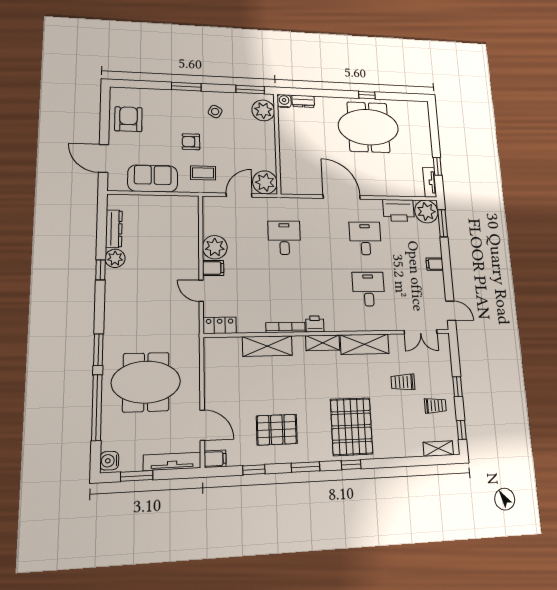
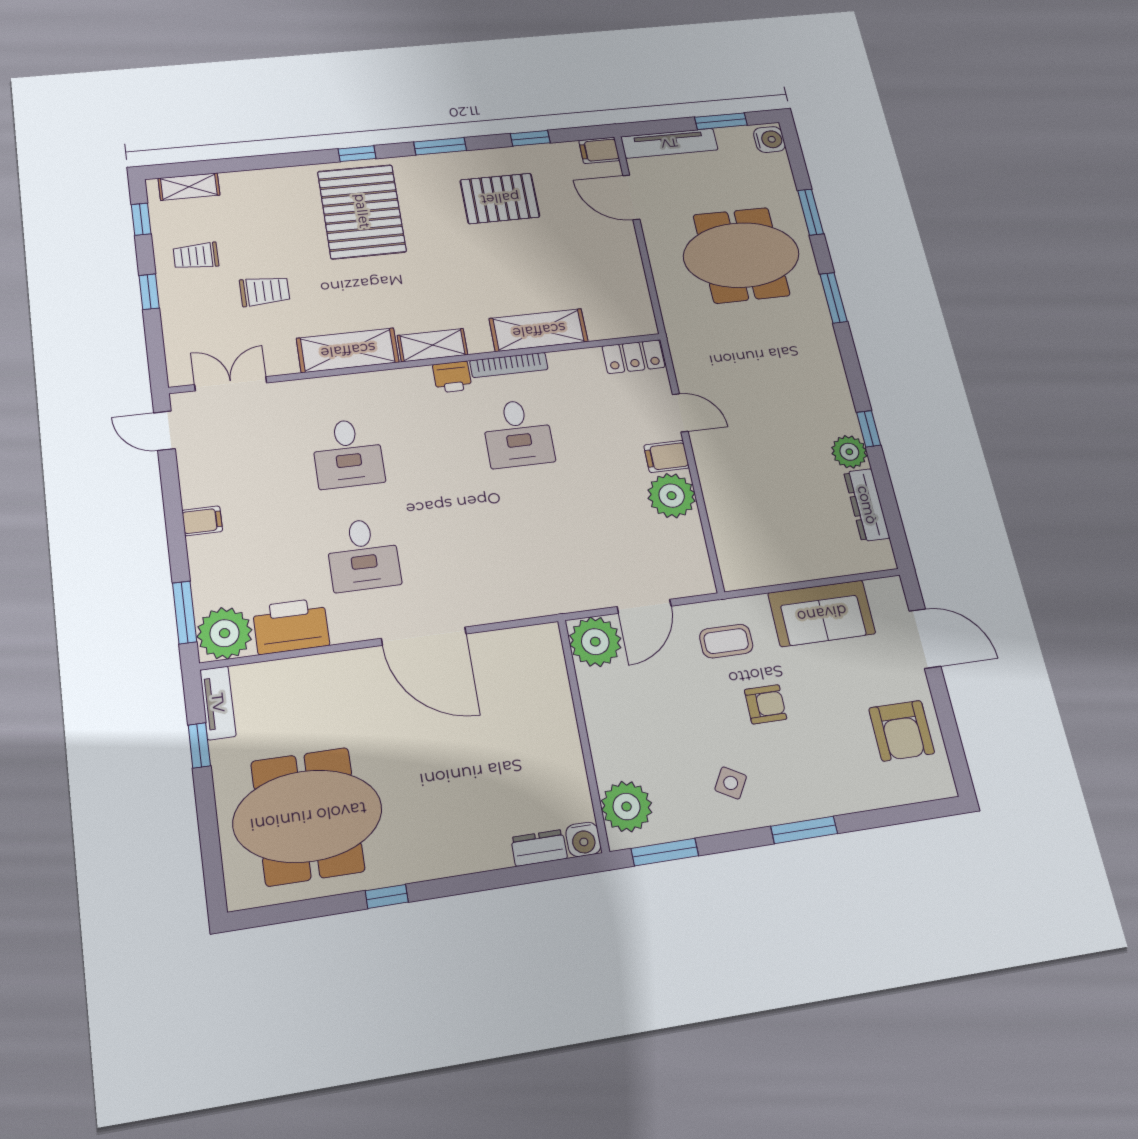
meeting table: (368, 127) -> (308, 816), moved
desk: (284, 238) -> (518, 433), moved
window: (97, 407) -> (811, 212), width x0.47

